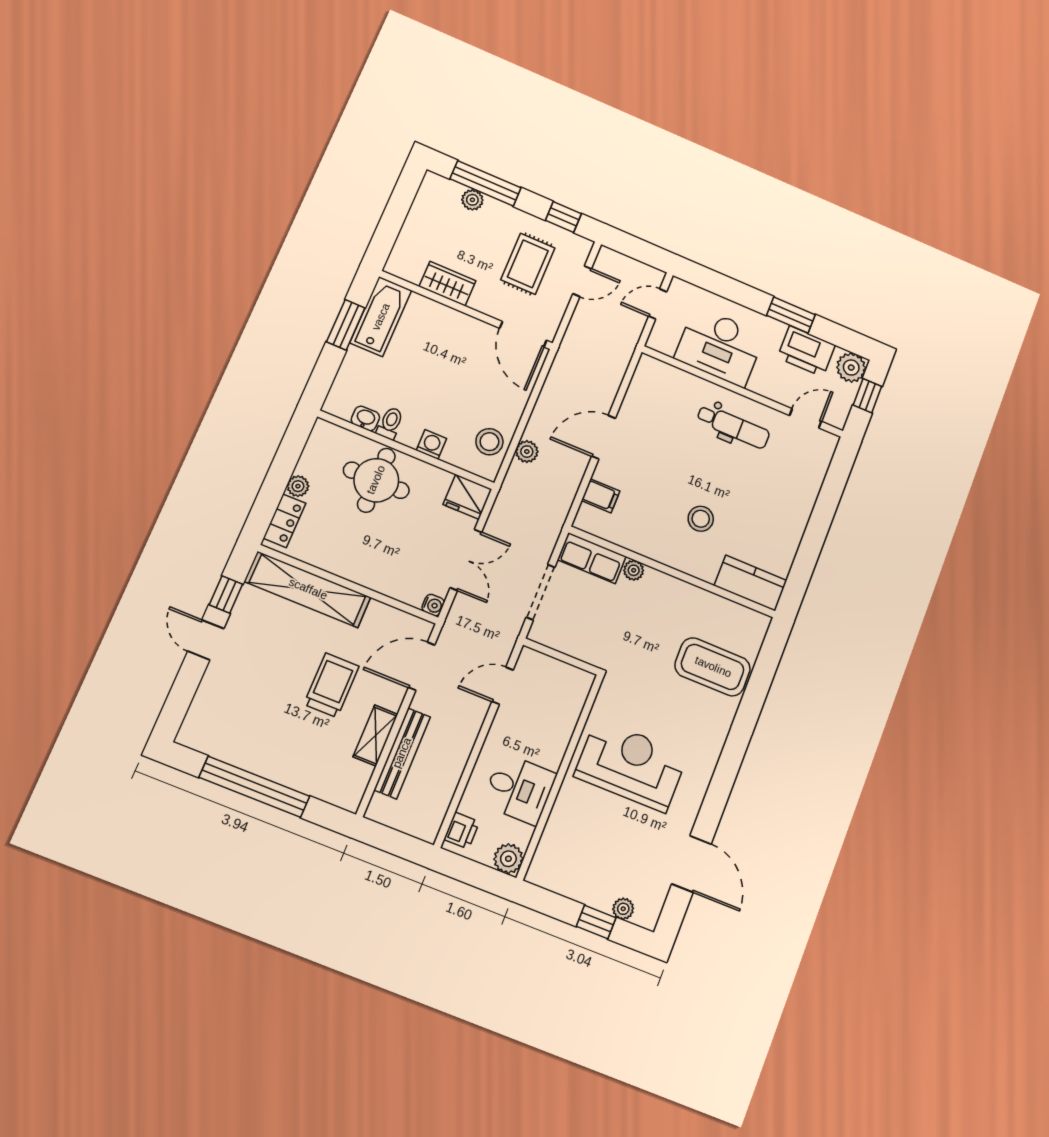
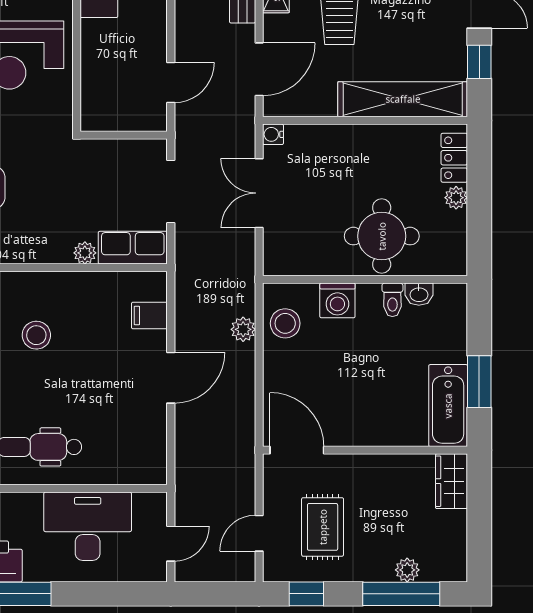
wardrobe: (447, 284) -> (451, 481), moved, turned 90
washing machine: (431, 444) -> (337, 300), width x1.38, depth x1.38
fridge: (468, 497) -> (284, 258), removed

